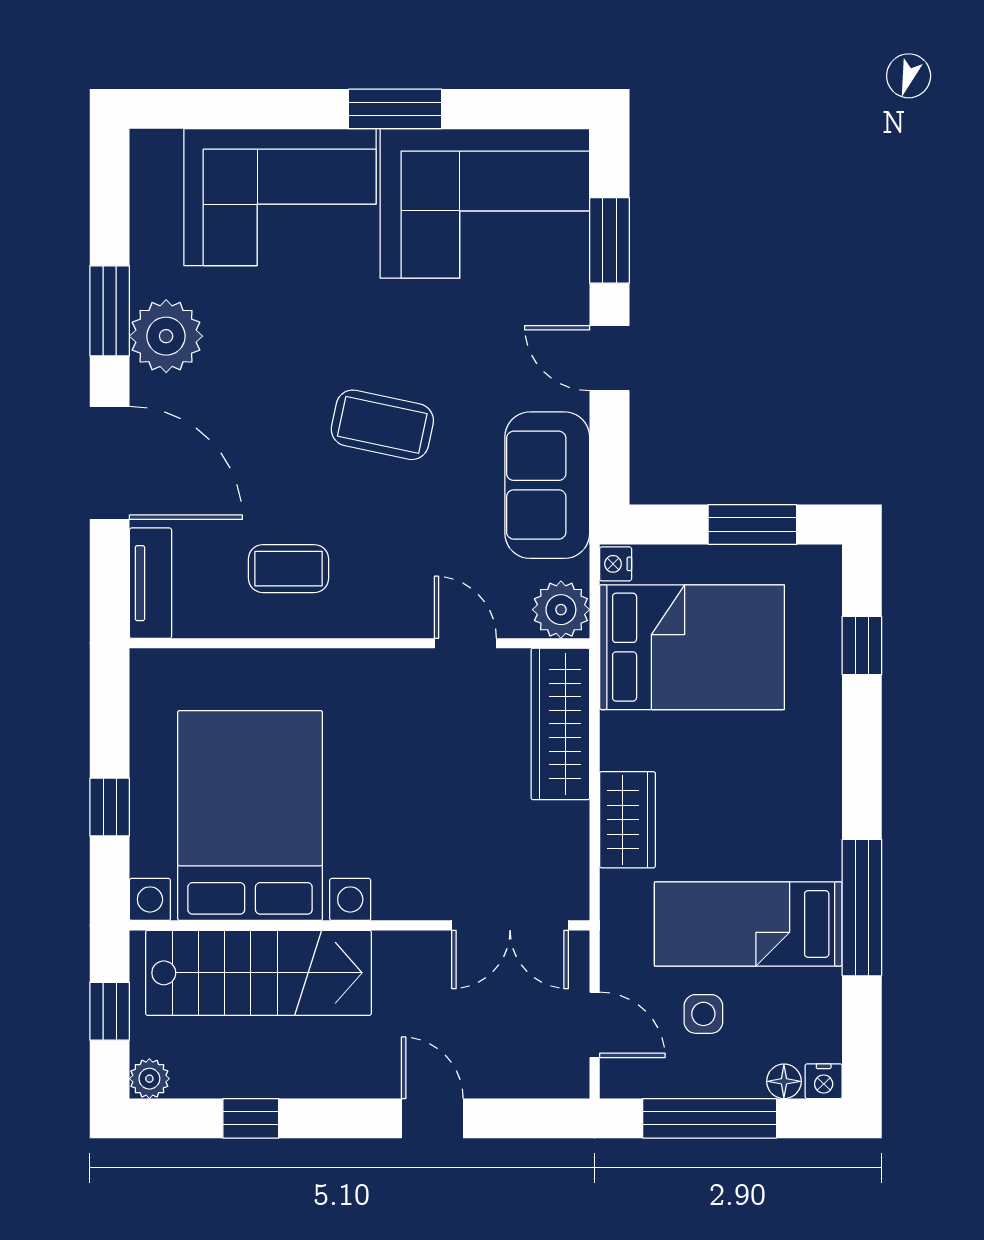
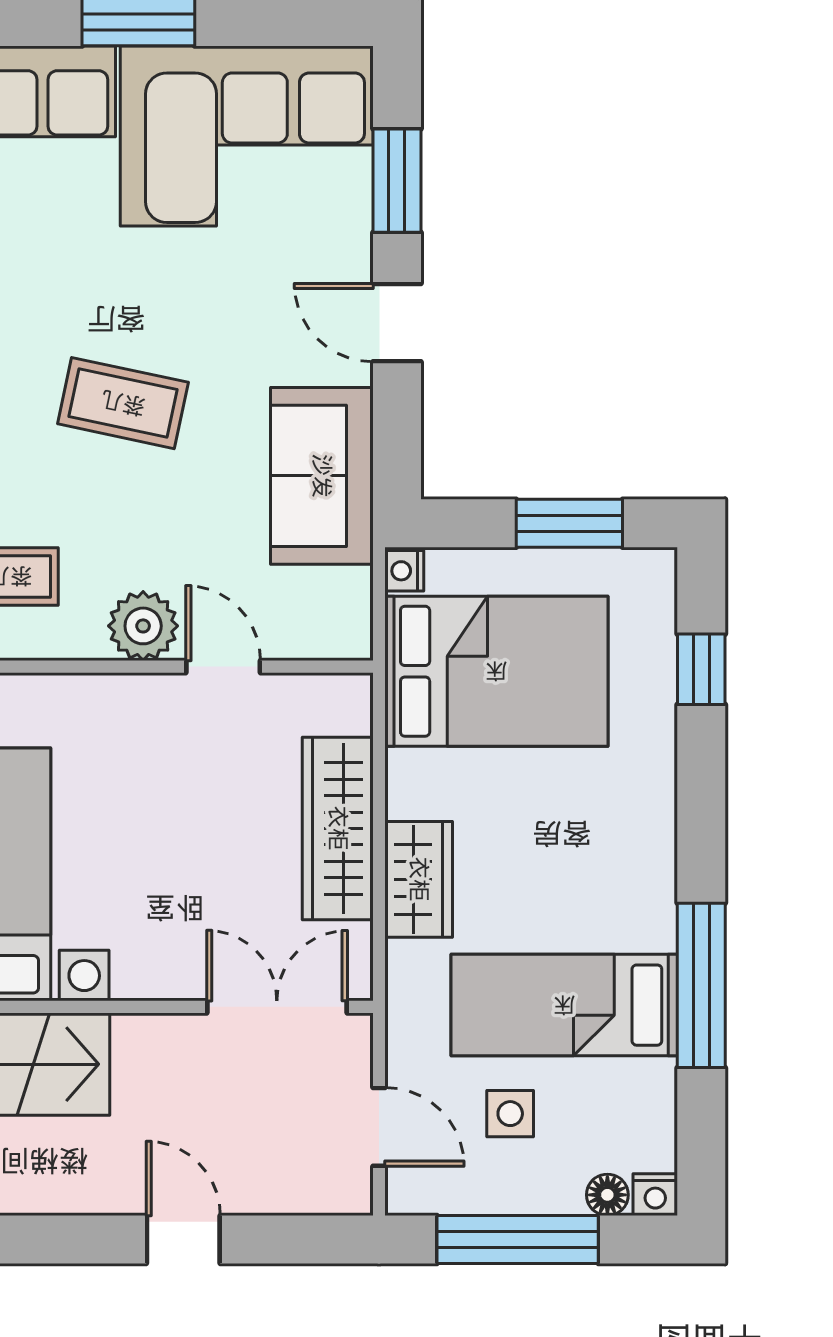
plant: (561, 610) -> (143, 626), moved
wardrobe: (560, 724) -> (338, 828), moved
double door: (510, 925) -> (277, 1007), swing flipped

